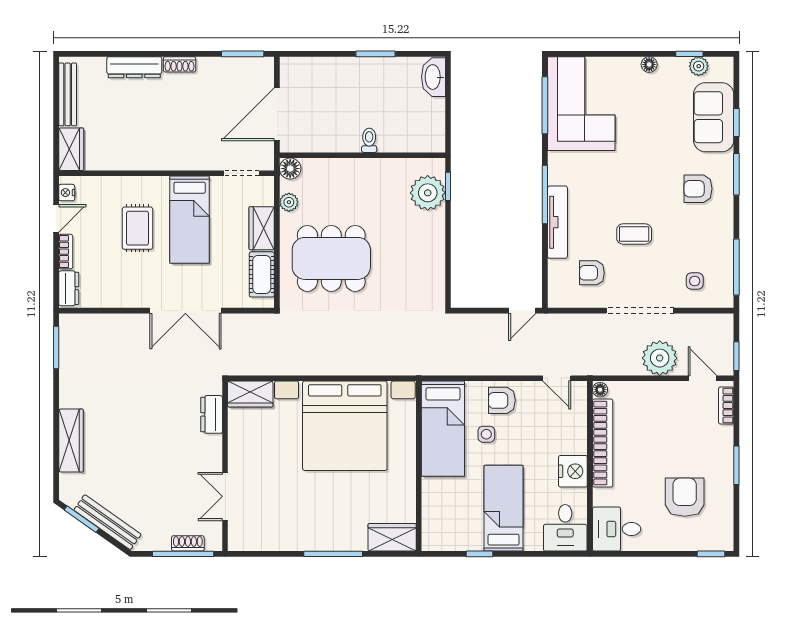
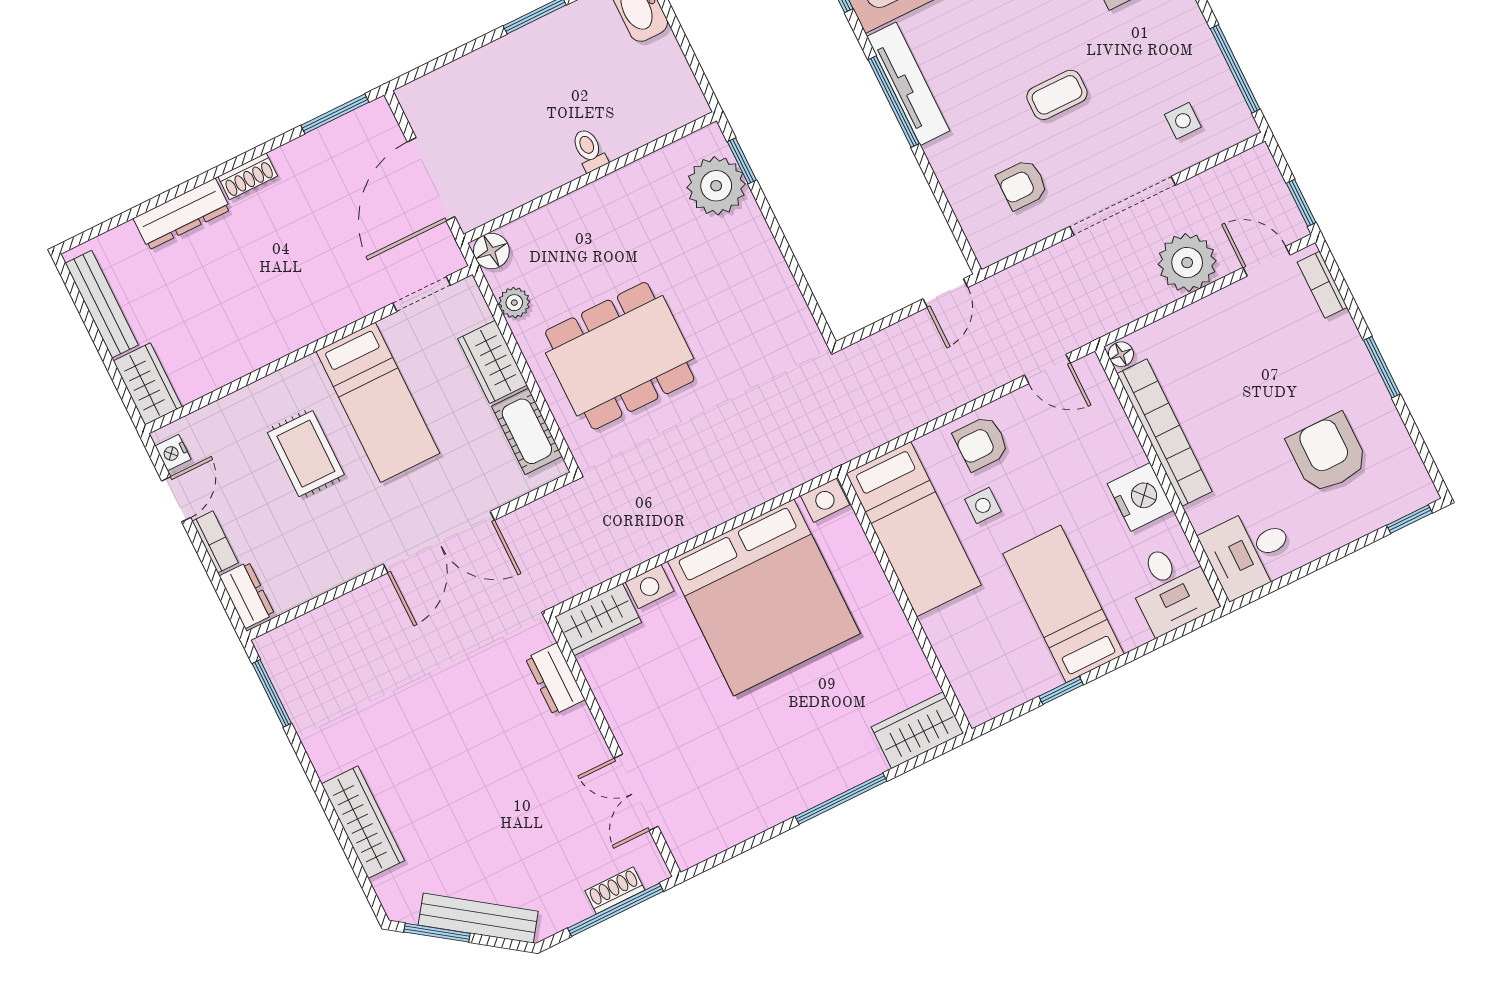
tv unit: (557, 222) -> (908, 84), moved

